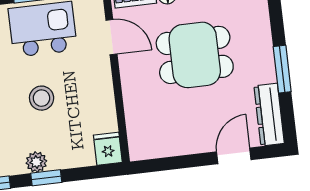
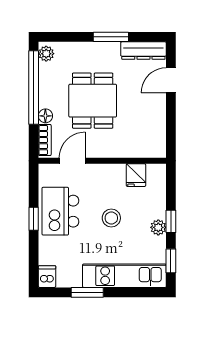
fridge: (108, 149) -> (136, 175), moved, turned -90
door: (234, 156) -> (171, 80), hinge flipped

